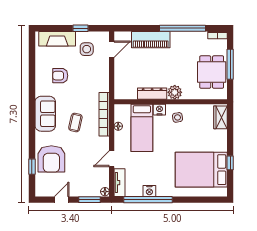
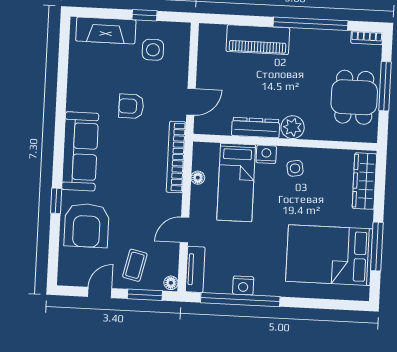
door: (112, 49) -> (191, 102), moved
armchair: (60, 76) -> (131, 106), moved
sofa: (45, 114) -> (80, 151), width x1.36
wardrobe: (221, 117) -> (364, 181), width x1.50
coffee table: (75, 123) -> (135, 265), moved
window: (230, 163) -> (377, 247), width x2.17
window: (32, 167) -> (56, 201), moved

